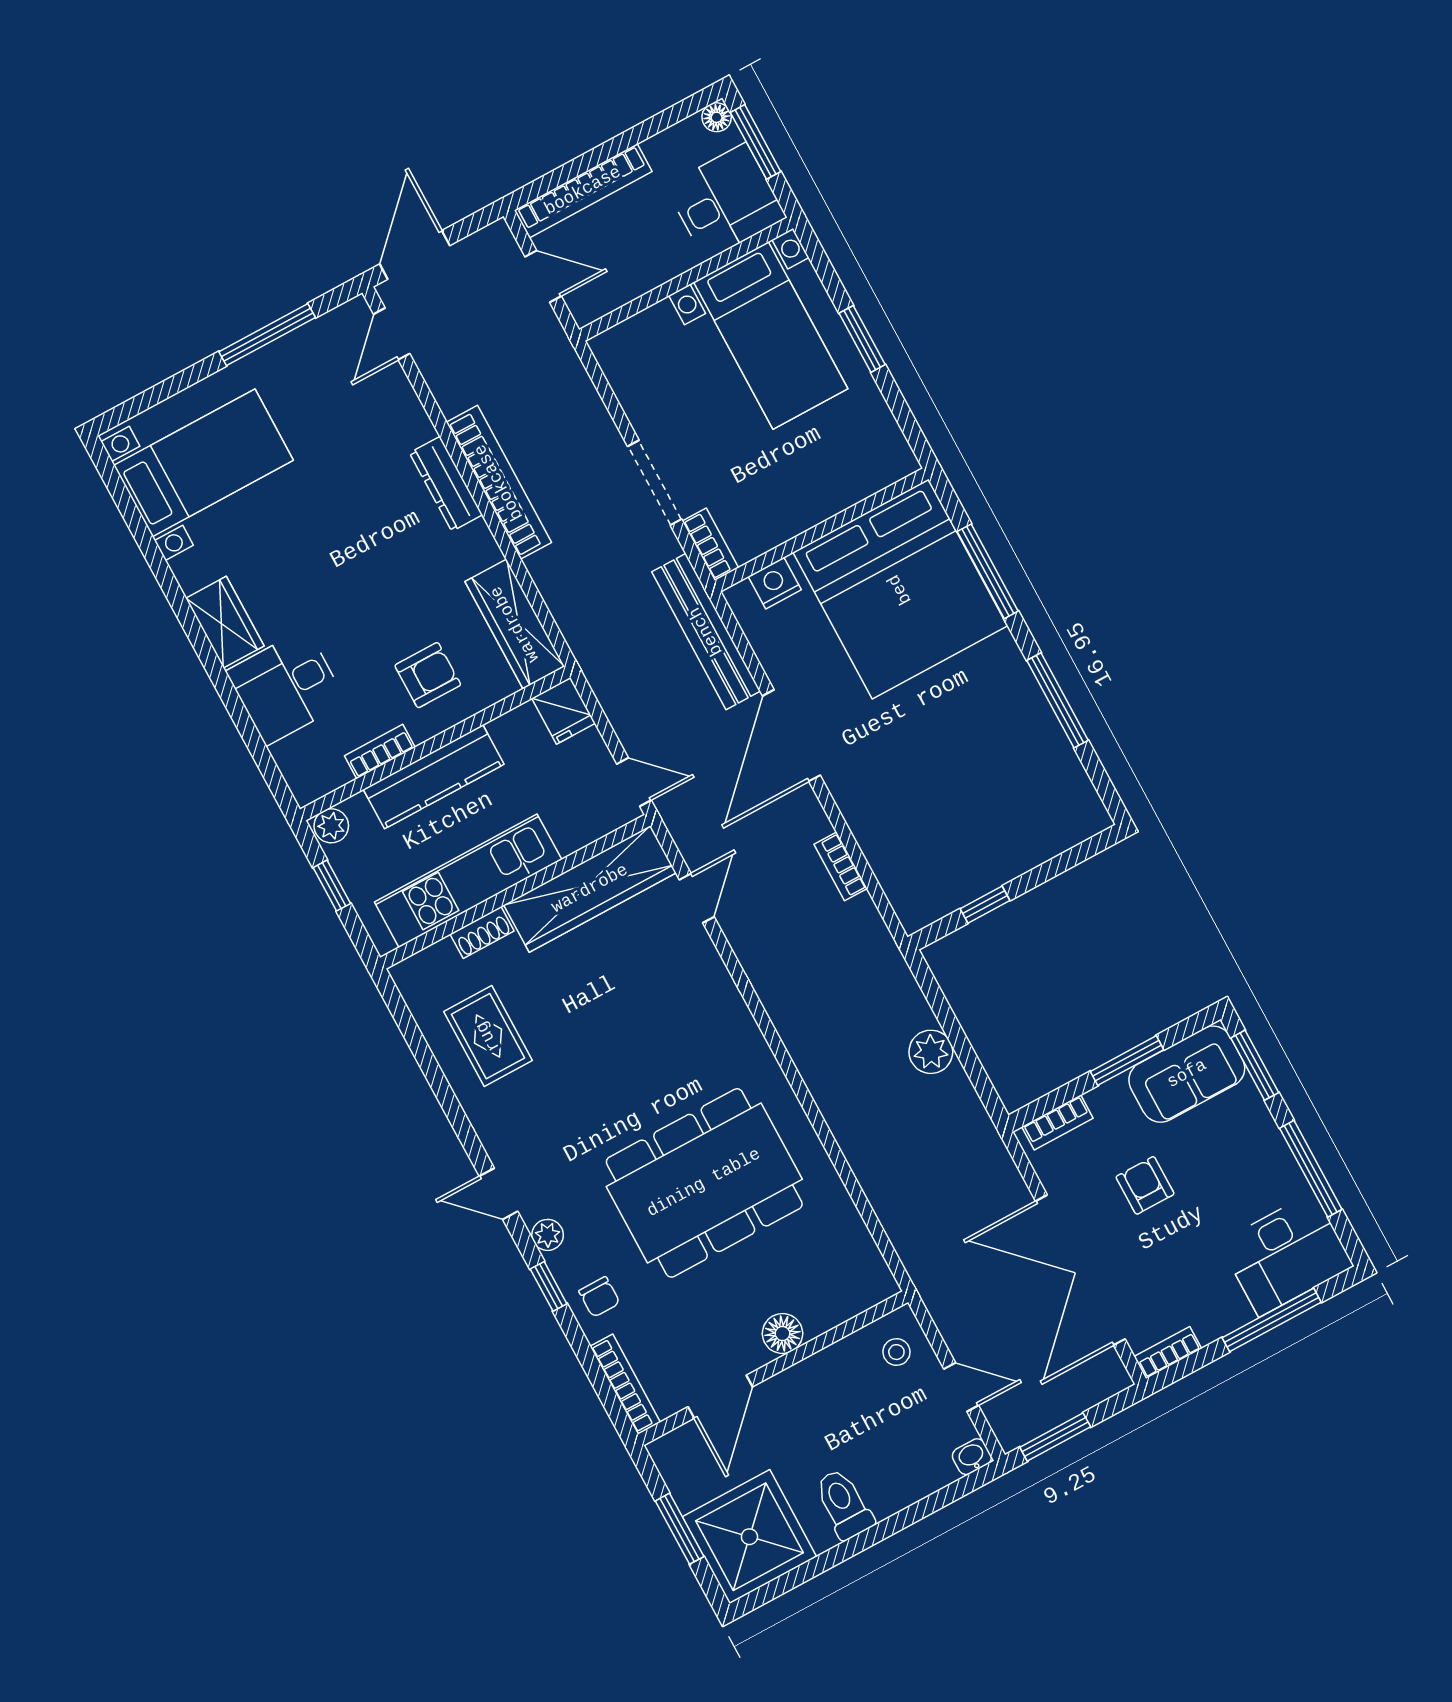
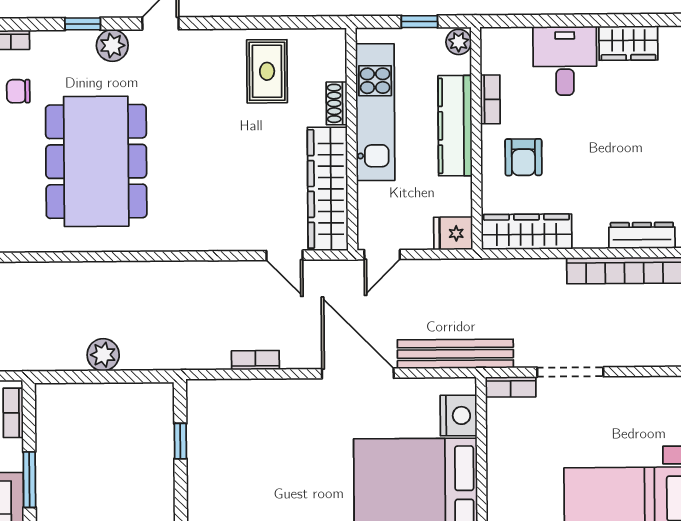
nightstand: (775, 583) -> (459, 415), width x1.36, depth x1.33
rug: (488, 1036) -> (267, 71), turned 90
plant: (548, 1235) -> (112, 45), width x1.38, depth x1.38
chair: (599, 1297) -> (18, 91), moved

